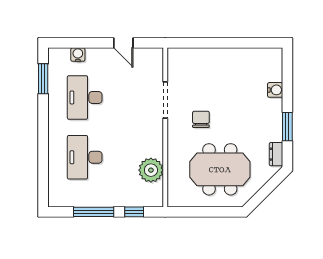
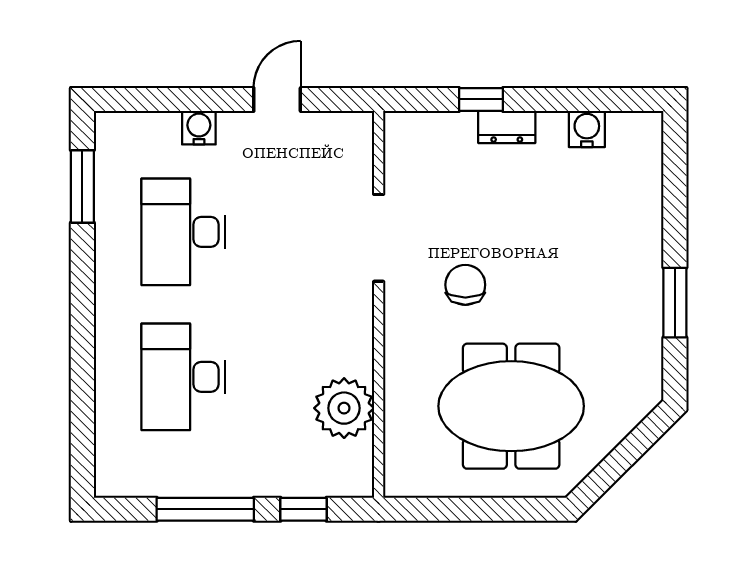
door: (123, 43) -> (277, 99), swing flipped
window: (207, 43) -> (481, 99), added
water cooler: (78, 55) -> (199, 128), moved
water cooler: (275, 90) -> (587, 129), moved, turned -90
dresser: (276, 154) -> (507, 127), moved, turned -90

